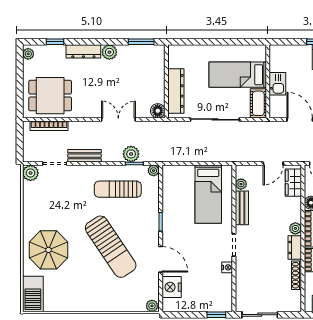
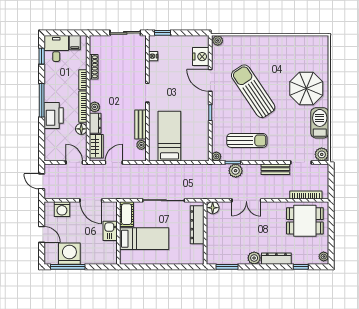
dresser: (295, 247) -> (95, 123), moved
nightstand: (227, 267) -> (153, 56), moved
barbecue: (33, 294) -> (320, 123), moved

